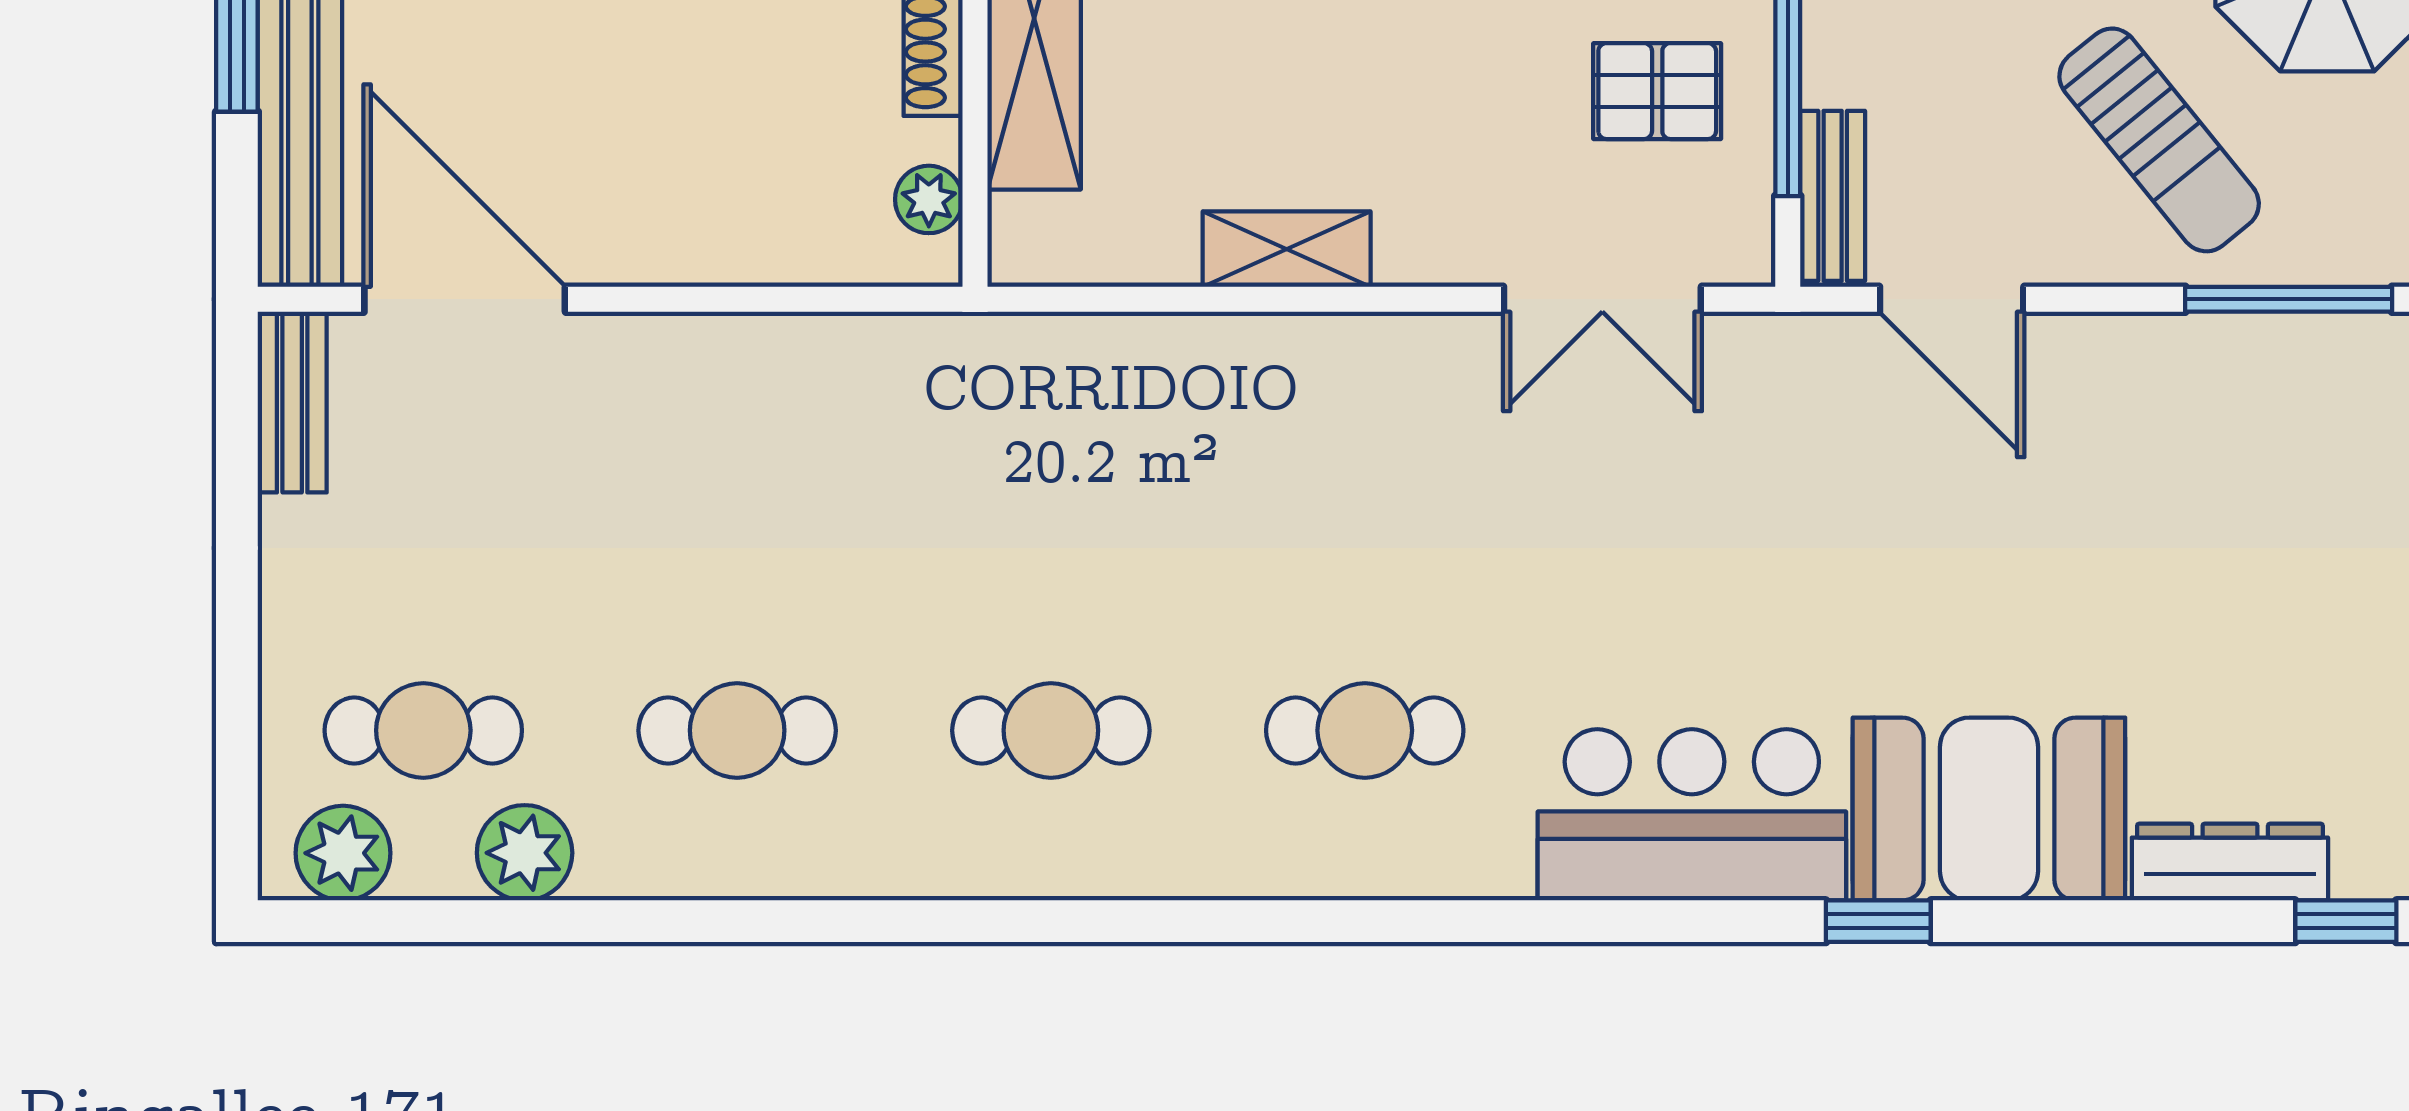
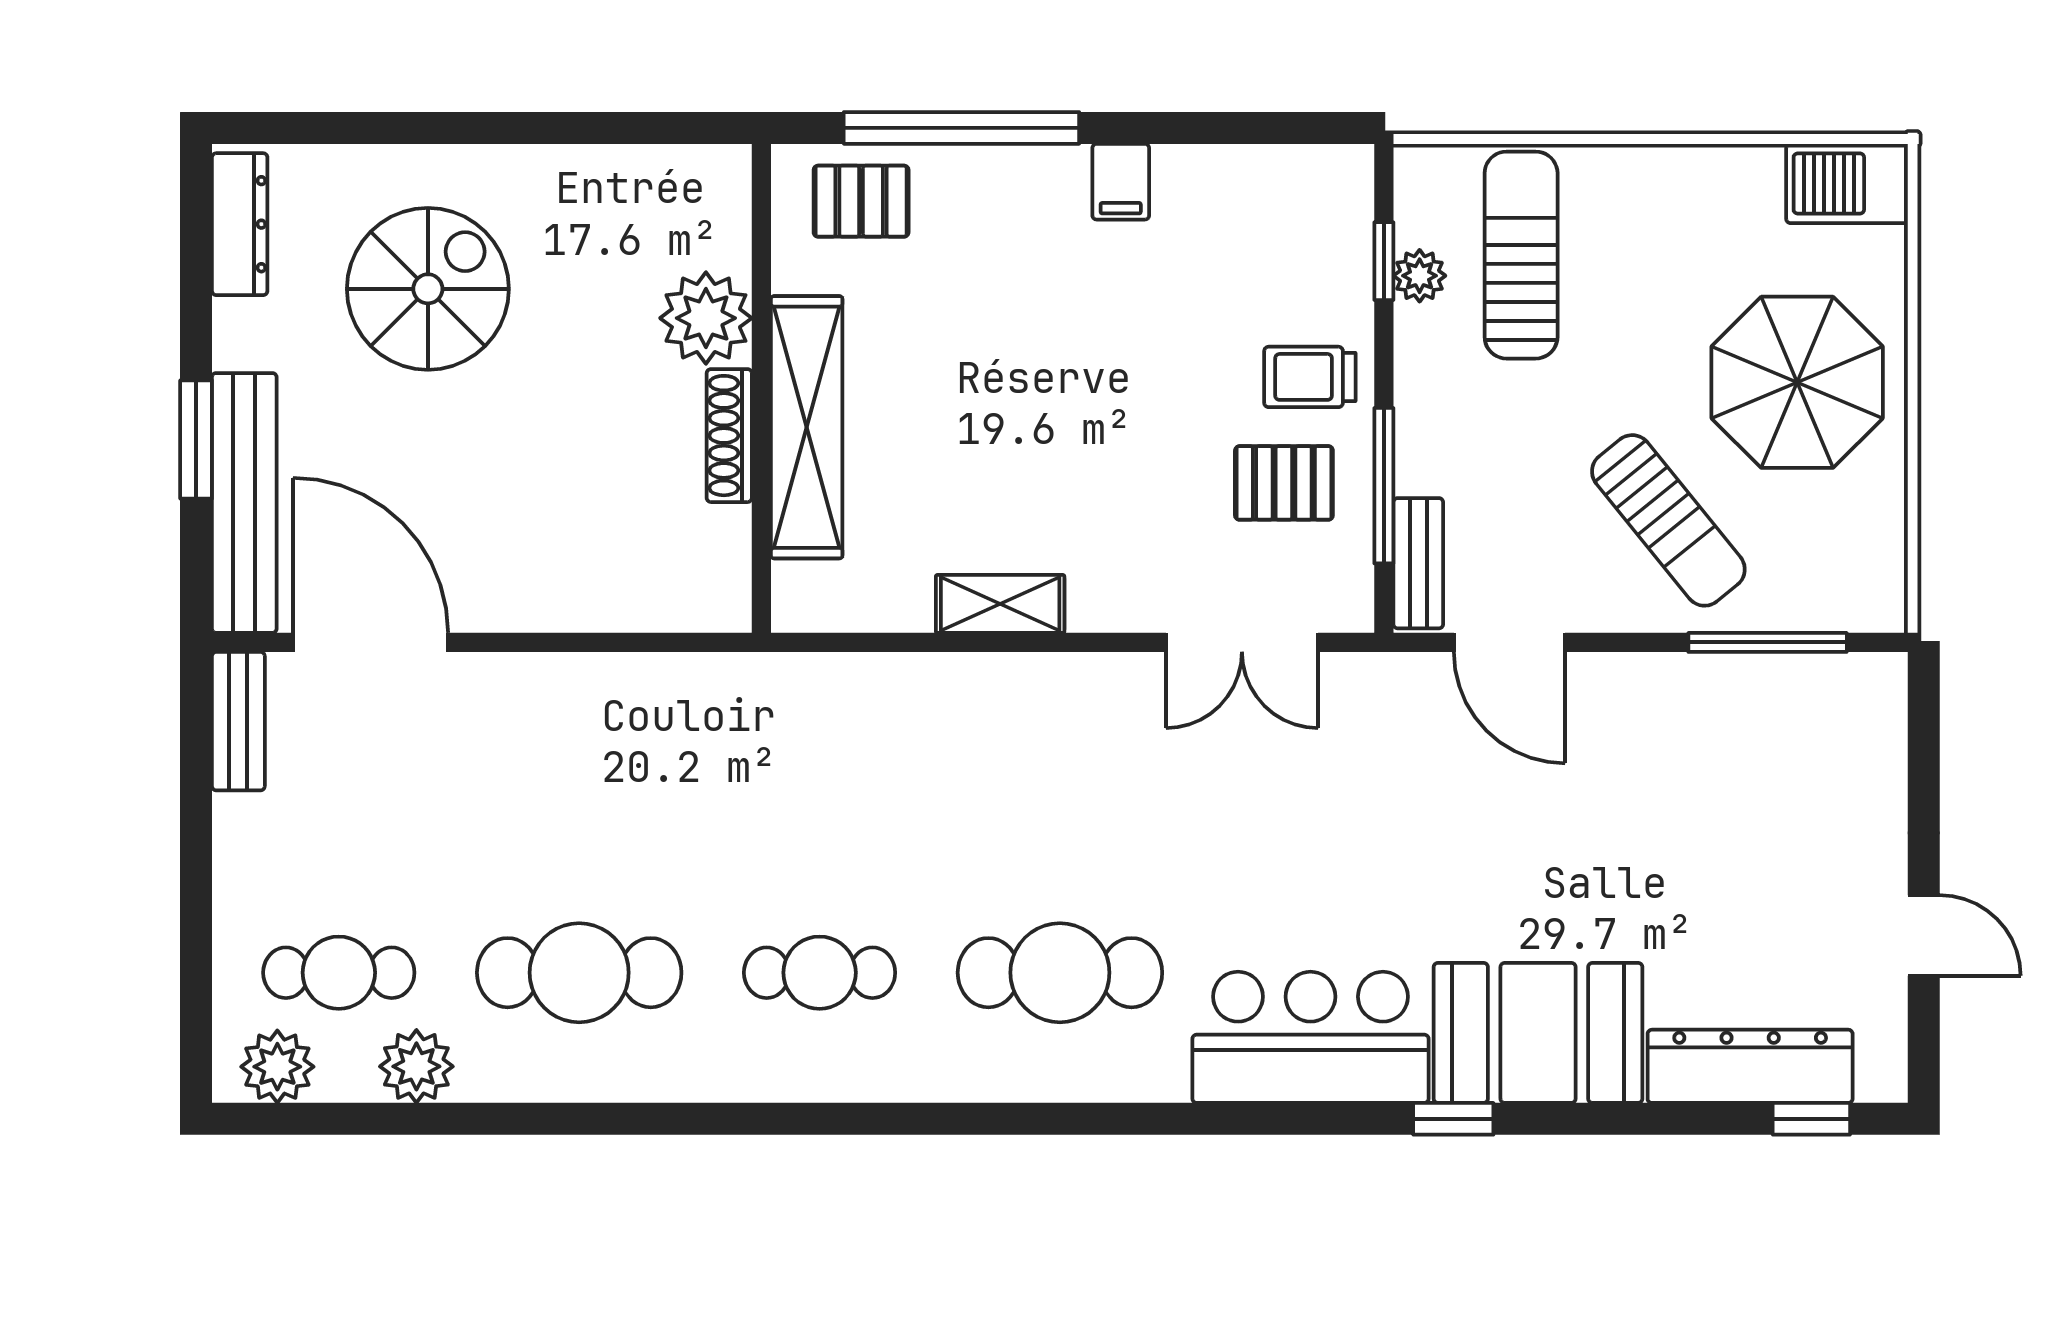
plant: (929, 199) -> (726, 566), removed
cafe table: (737, 730) -> (579, 973), width x1.37, depth x1.35
cafe table: (1365, 730) -> (1060, 973), width x1.37, depth x1.35
dresser: (2230, 862) -> (1750, 1066), width x1.37, depth x1.24

